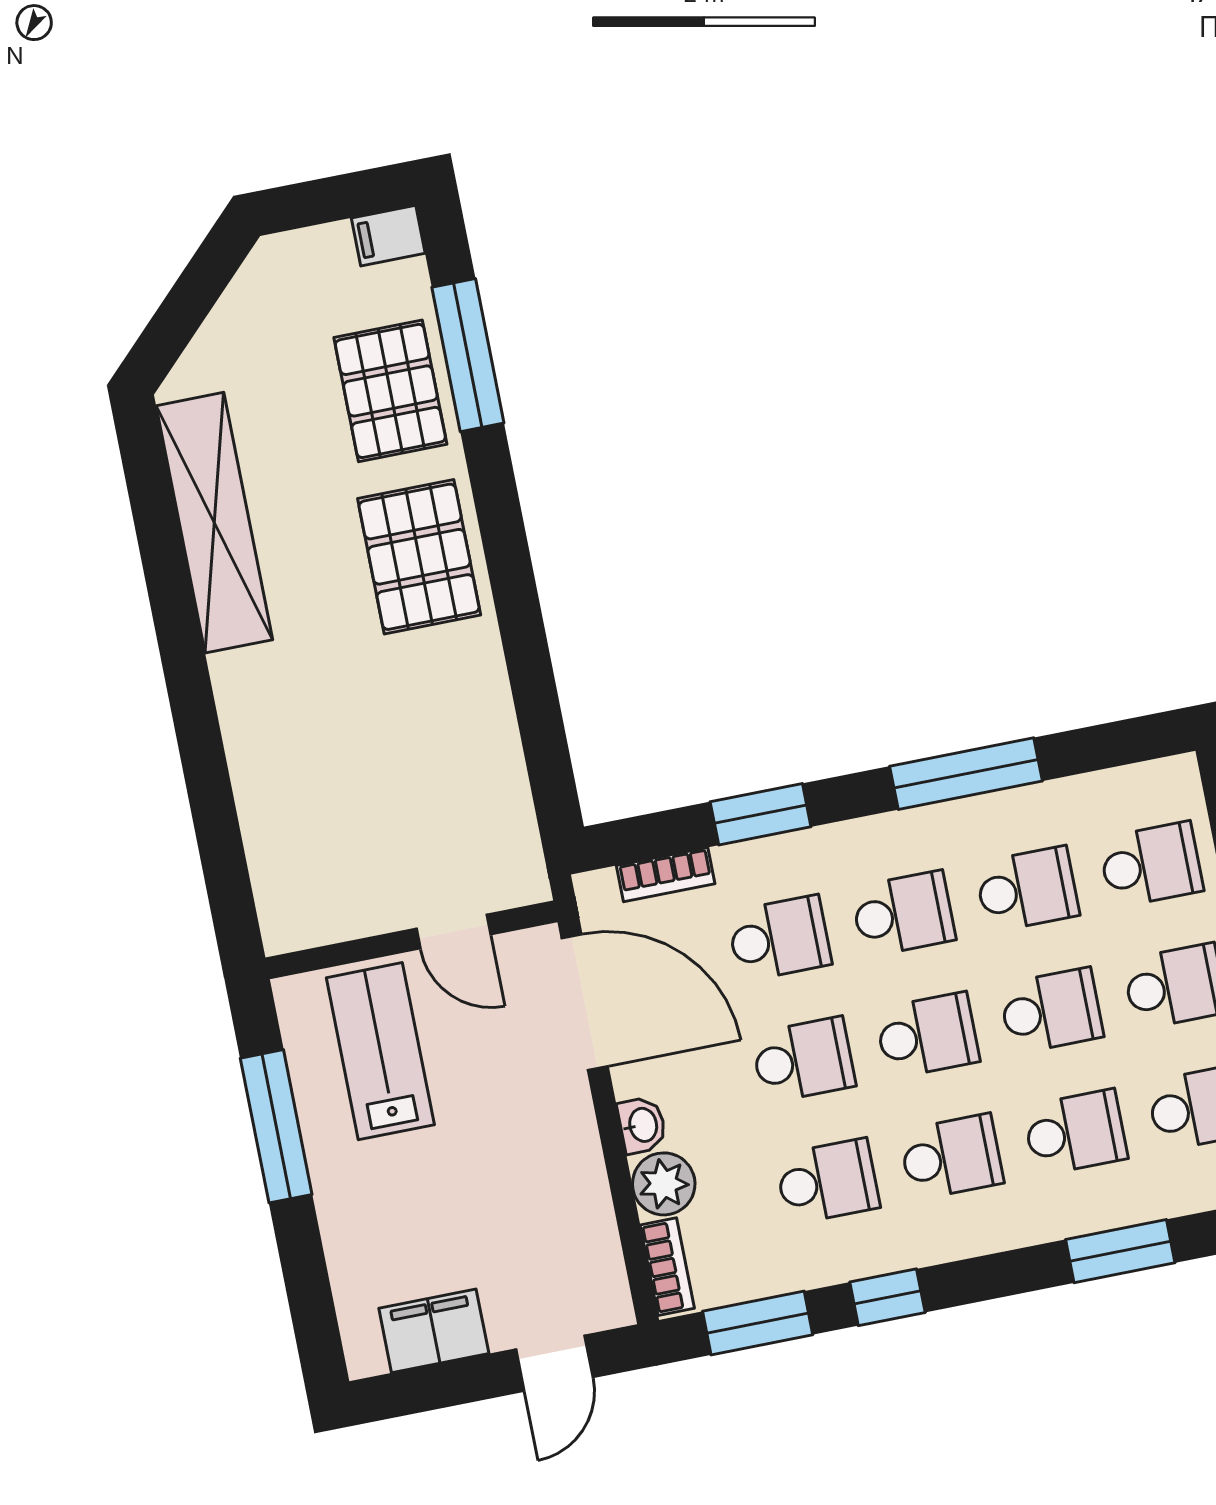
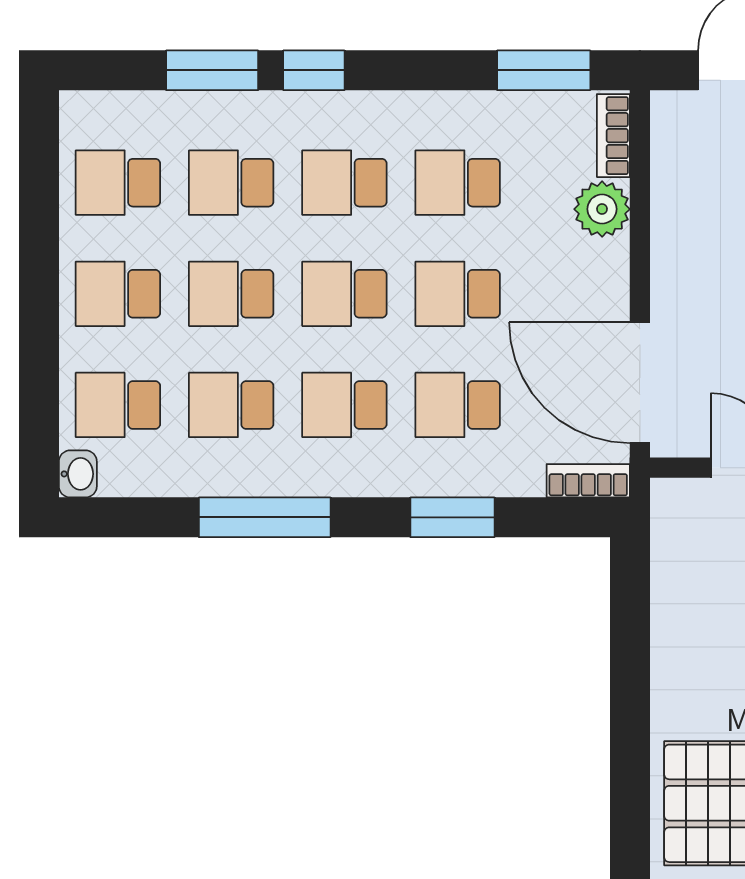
bookcase: (666, 875) -> (588, 481), moved
washbasin: (642, 1125) -> (78, 474), moved, turned 180
window: (887, 1297) -> (314, 70), moved

